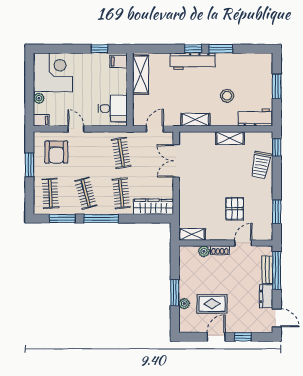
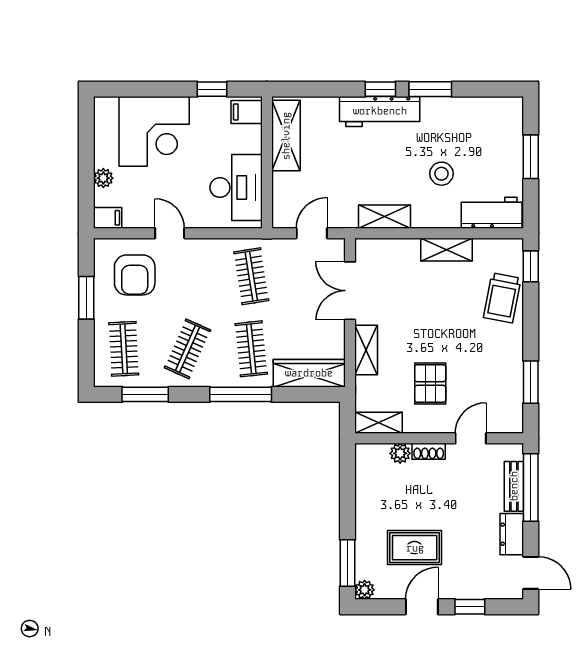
corner desk: (53, 72) -> (154, 131), moved, turned 90
desk: (113, 108) -> (236, 188), width x1.37
clothes rail: (86, 193) -> (188, 349), turned 39
shelving: (185, 194) -> (366, 350), added
pallet: (235, 209) -> (430, 384), moved
window: (101, 219) -> (241, 394), moved
window: (175, 293) -> (348, 563), moved
plant: (184, 304) -> (365, 590), moved

